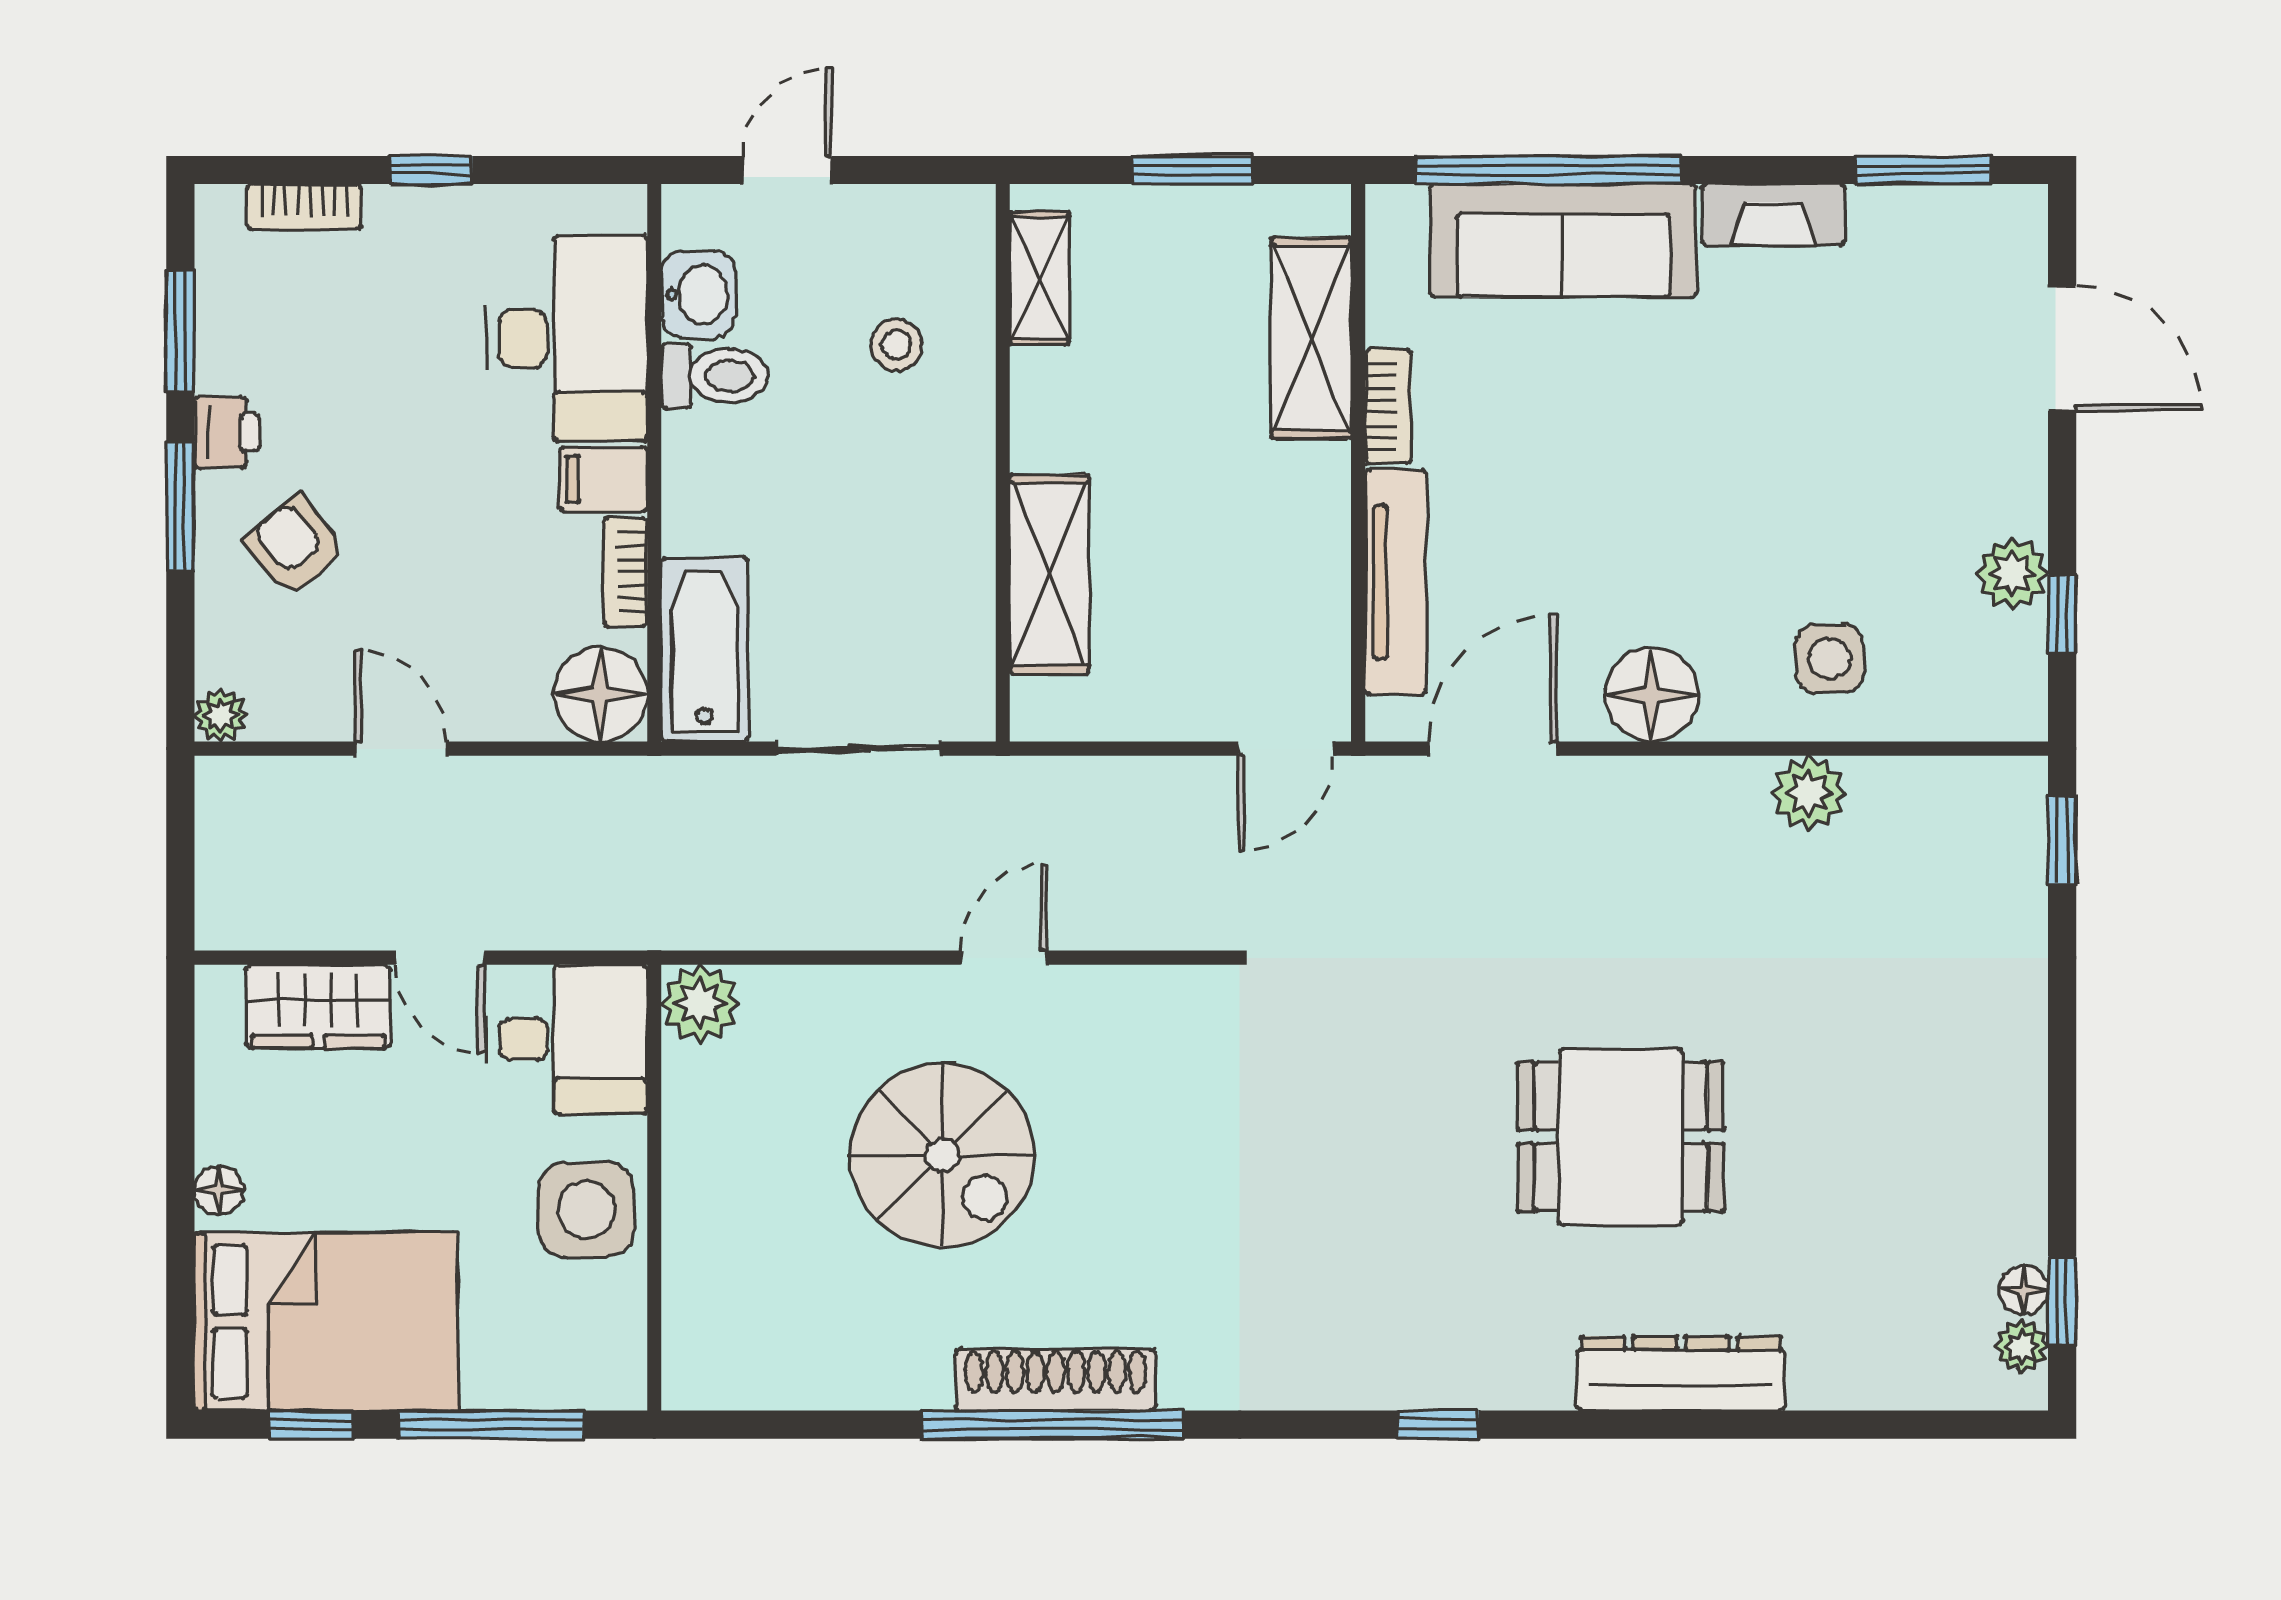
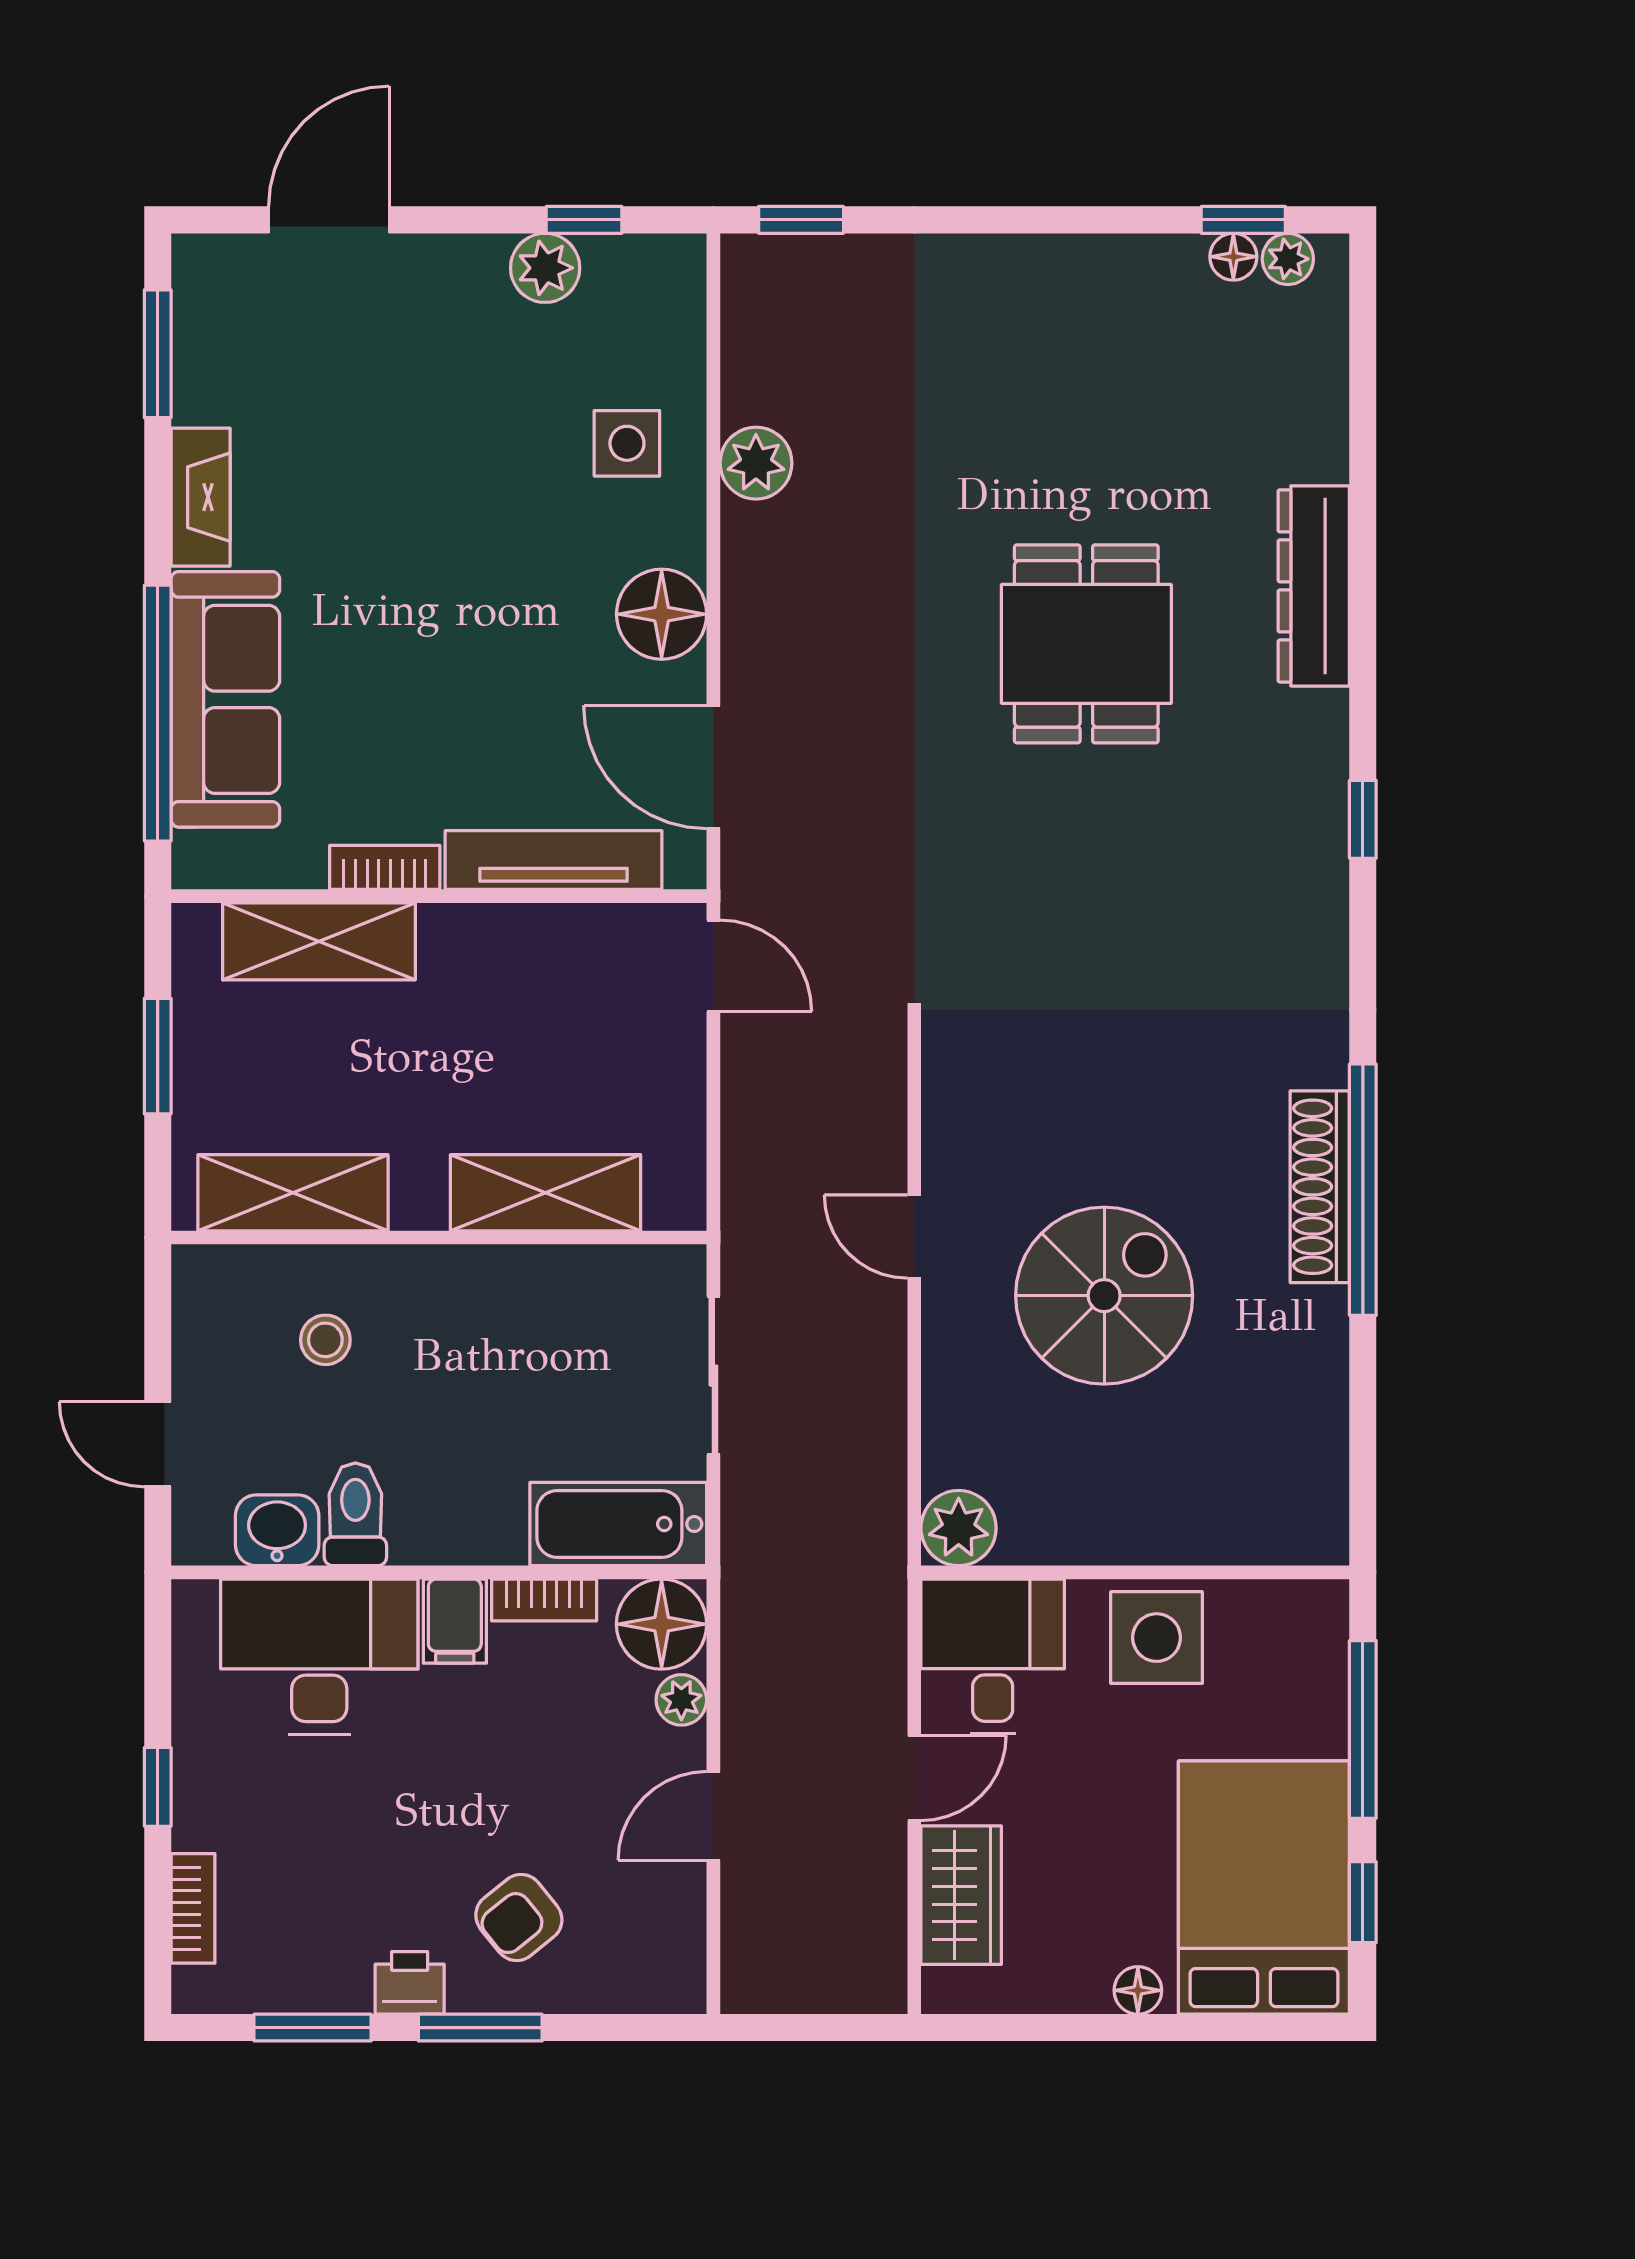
shelving: (1039, 278) -> (293, 1193), width x1.50, depth x1.33
plant: (221, 715) -> (681, 1700), moved

